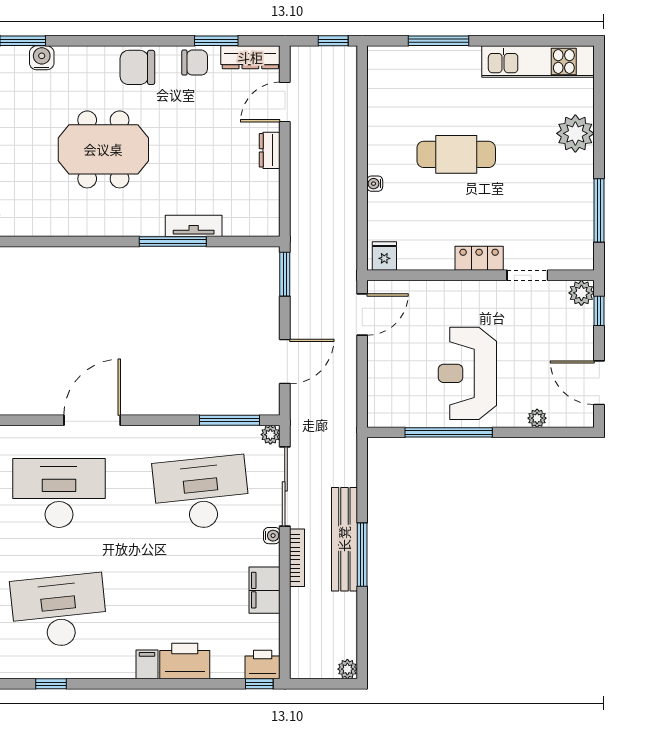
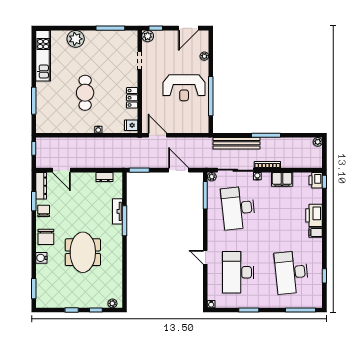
water cooler: (42, 58) -> (41, 258), moved
dresser: (270, 150) -> (104, 177), moved
locker: (479, 258) -> (132, 98), moved
door: (92, 420) -> (205, 257), width x0.53
bench: (344, 539) -> (236, 143), moved

